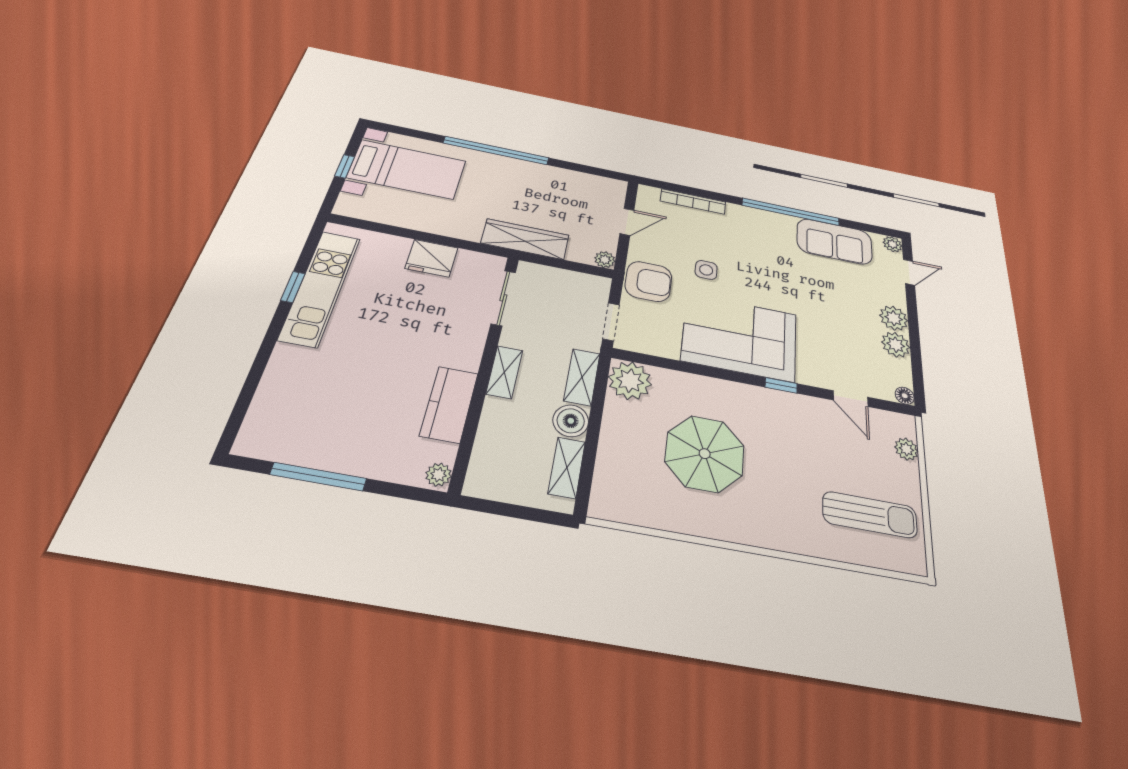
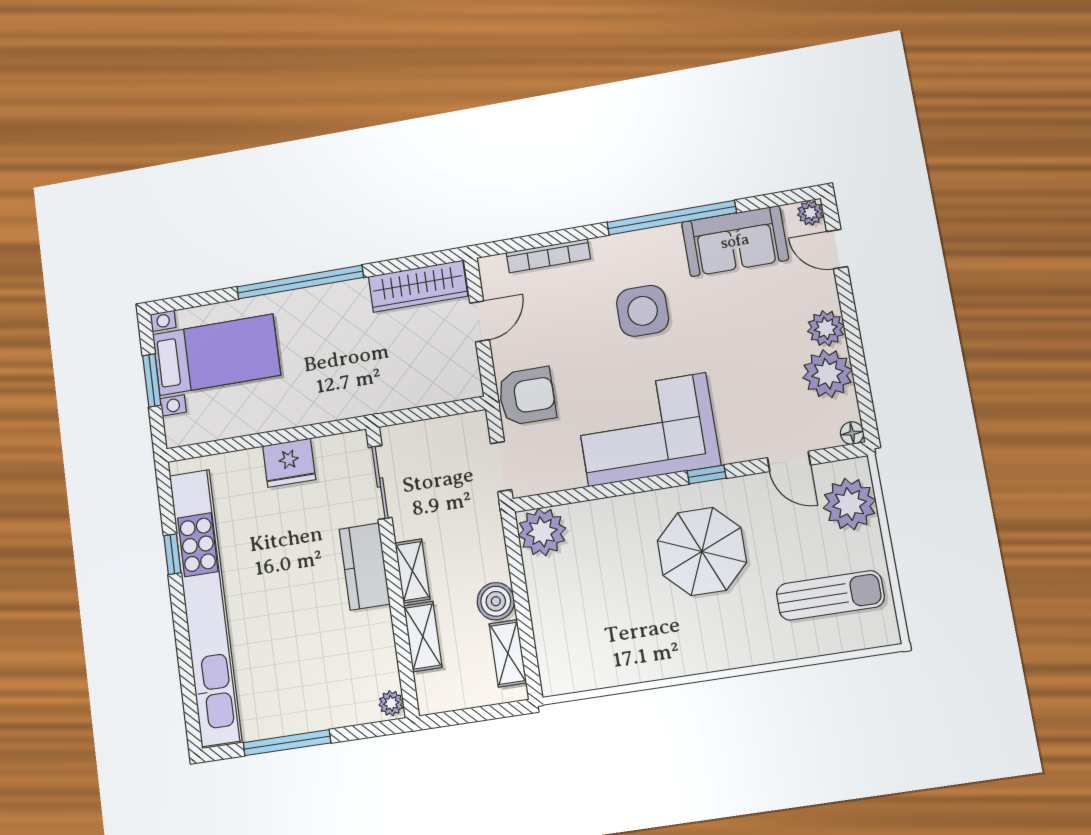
window: (345, 166) -> (152, 380), width x1.50
wardrobe: (525, 239) -> (418, 286), moved, turned 180
plant: (605, 260) -> (470, 386), removed
side table: (706, 270) -> (643, 311), moved, width x1.87, depth x1.87
door: (909, 272) -> (837, 249), swing flipped
kitchen unit: (320, 288) -> (205, 607), width x1.86
plant: (896, 345) -> (827, 374), width x1.36, depth x1.36
shelving: (582, 377) -> (423, 637), moved
kitchen counter: (449, 404) -> (365, 567), moved
plant: (906, 449) -> (850, 504), width x1.87, depth x1.87
parasol: (705, 454) -> (702, 551), moved

